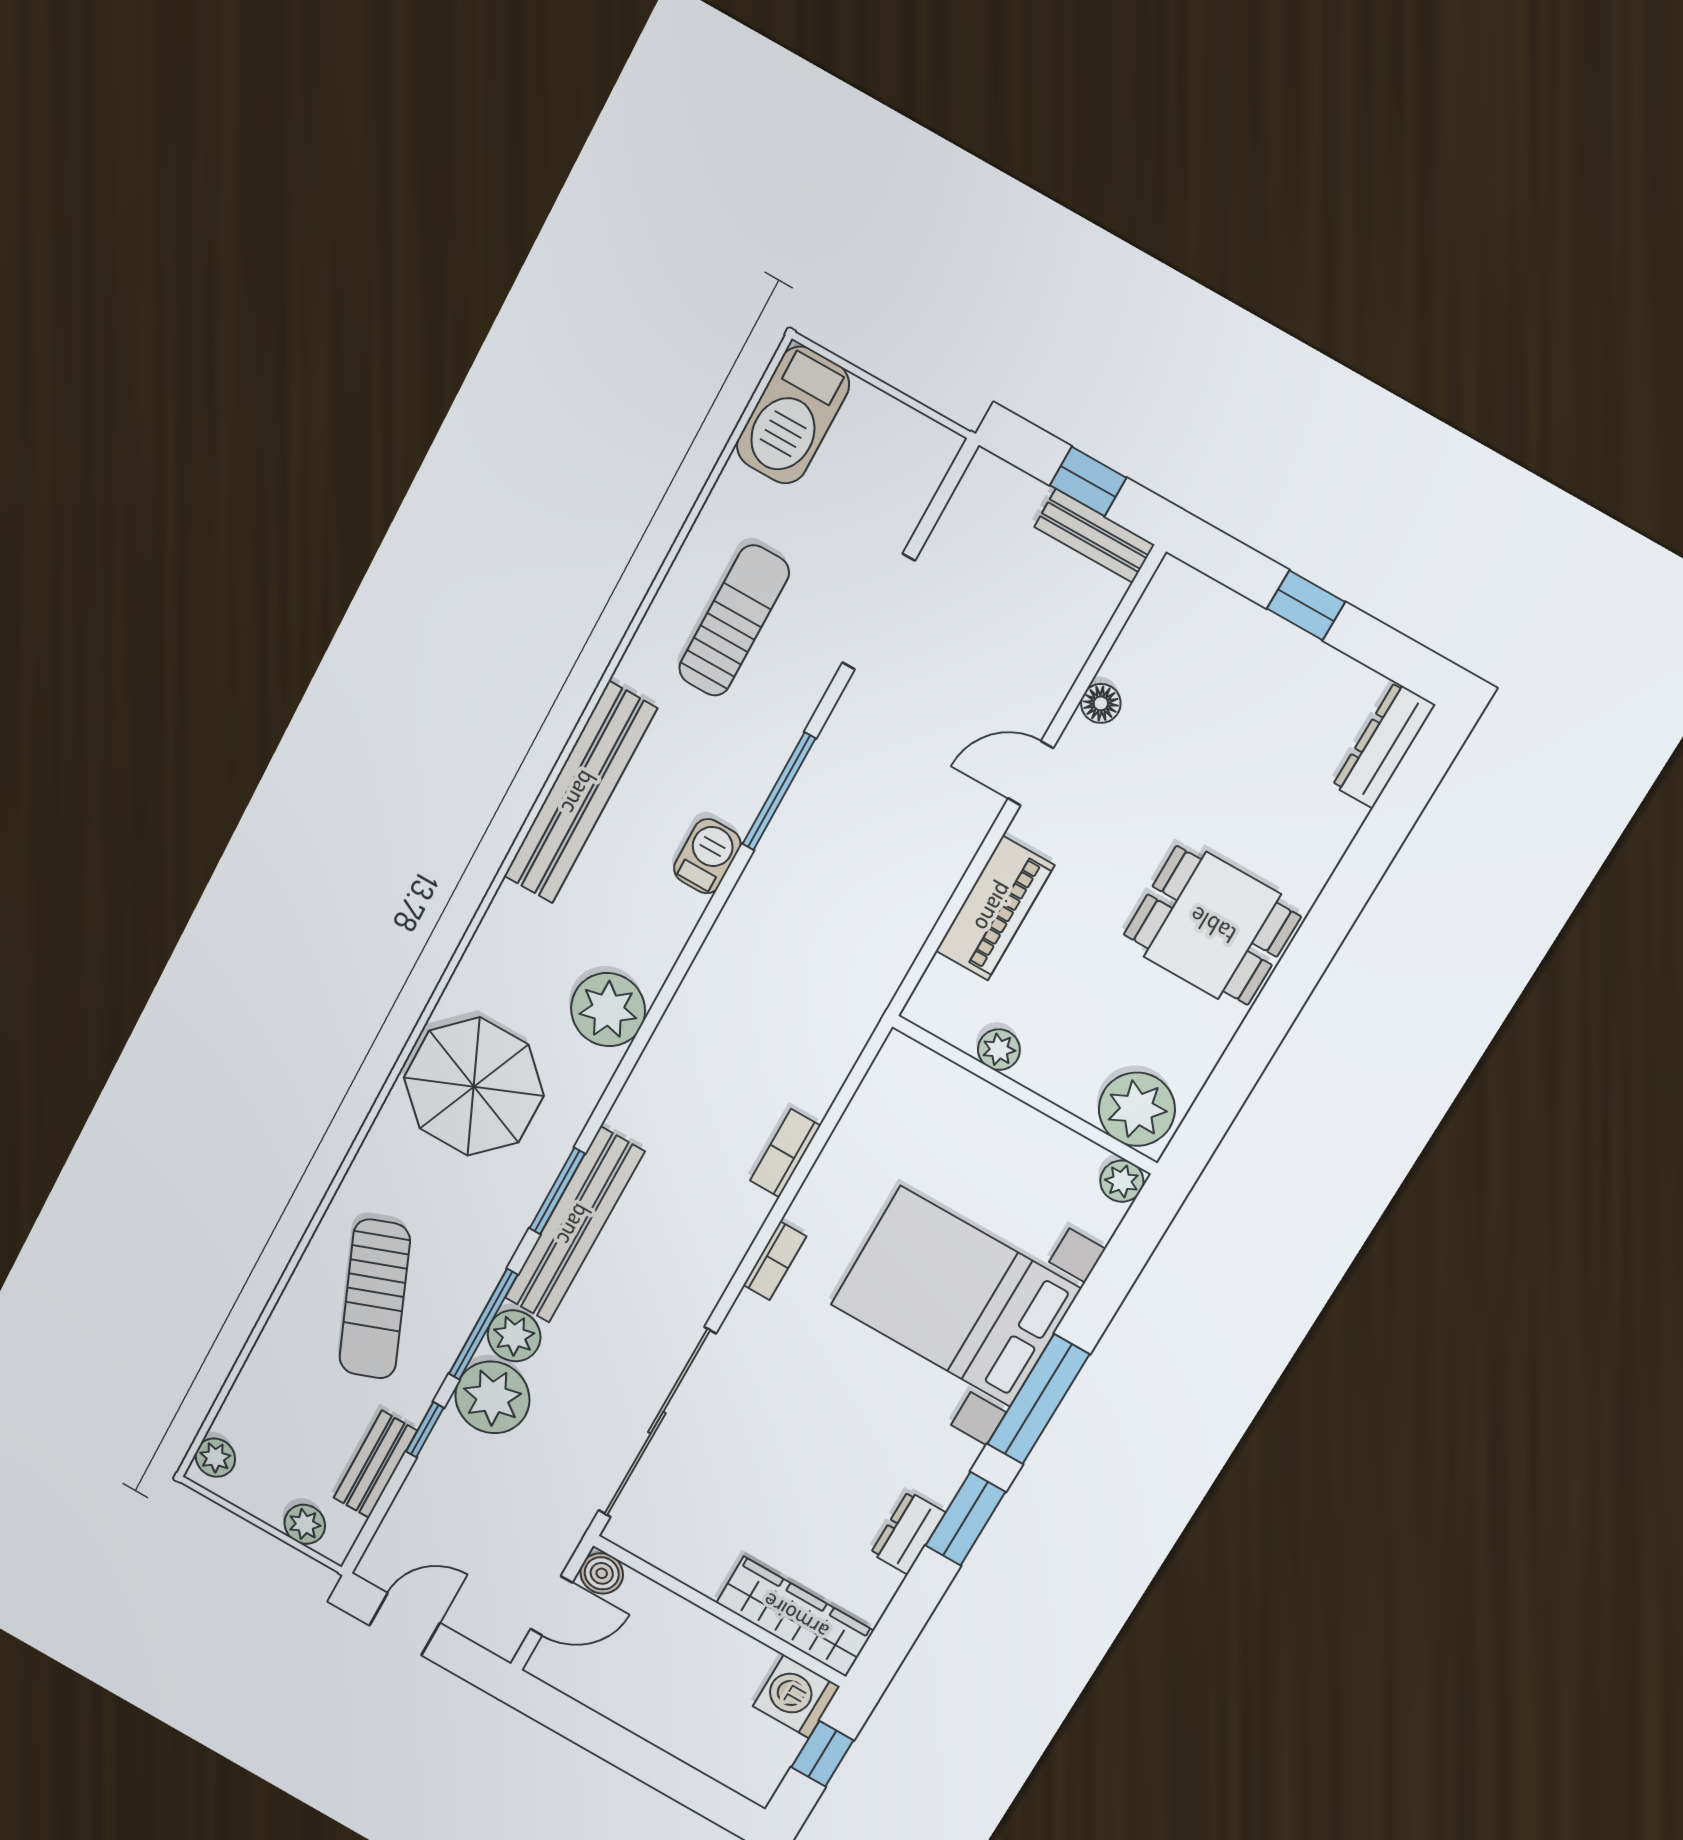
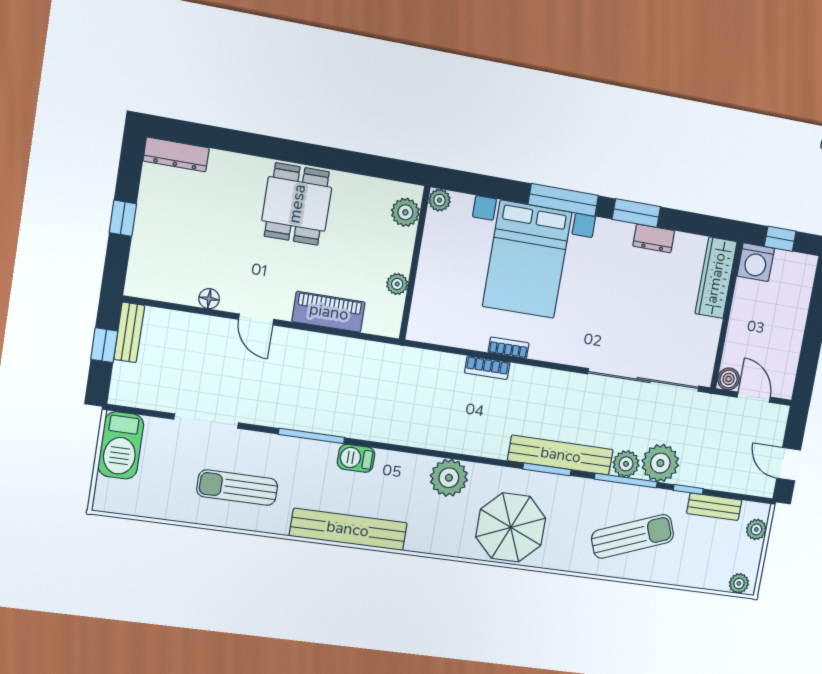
barbecue: (793, 415) -> (121, 445), moved, turned 90
plant: (1137, 1109) -> (405, 212), width x0.73, depth x0.73
bookcase: (775, 1261) -> (509, 348), moved

